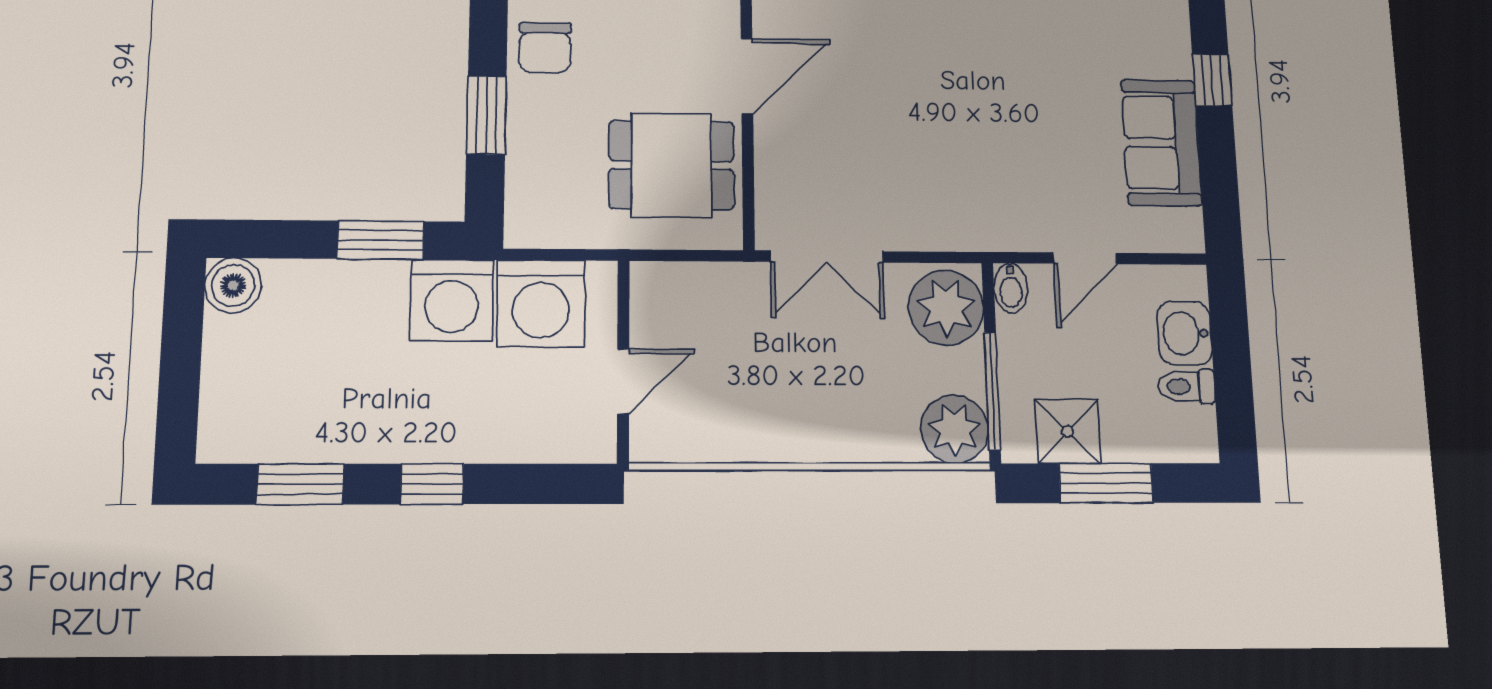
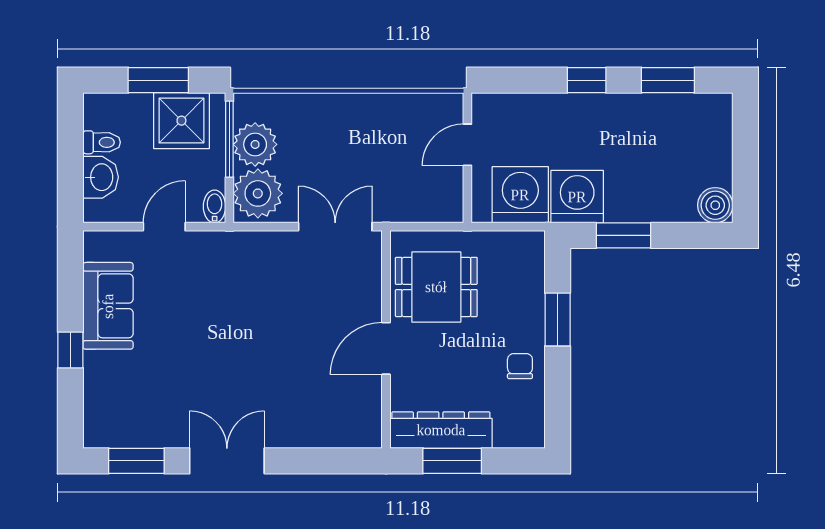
chair: (545, 48) -> (520, 366), width x0.73, depth x0.73
plant: (955, 429) -> (255, 144), moved
shower: (1068, 431) -> (181, 121), width x1.36, depth x1.36

